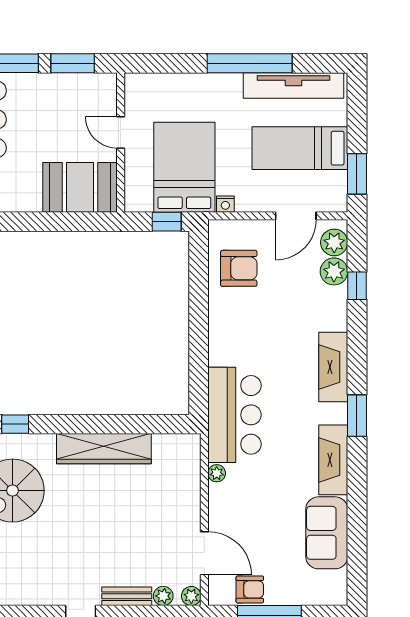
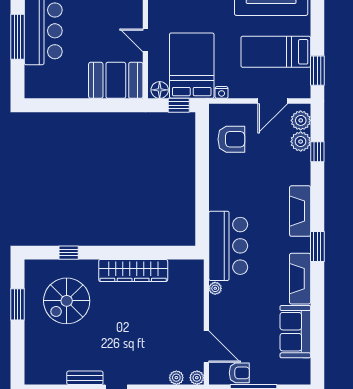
floor lamp: (140, 201) -> (160, 90), added
bench: (127, 596) -> (85, 378), moved

